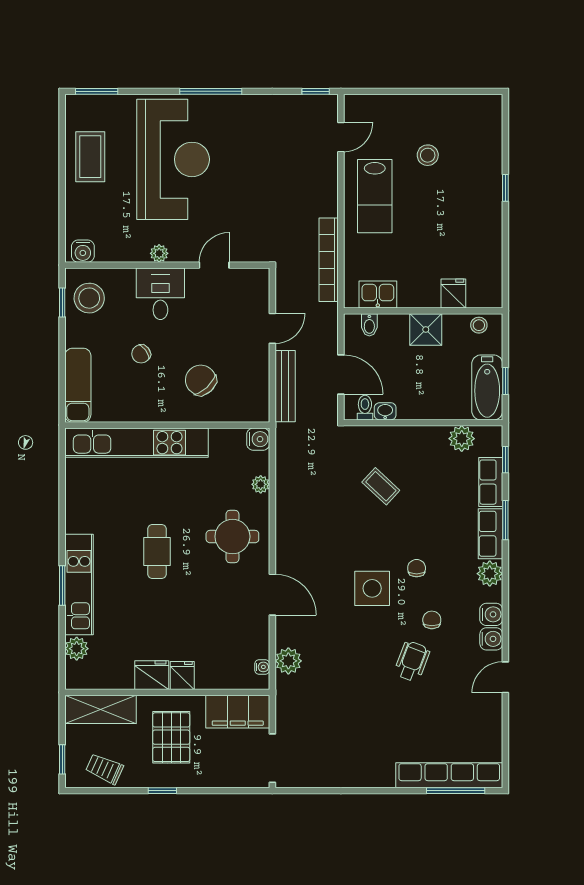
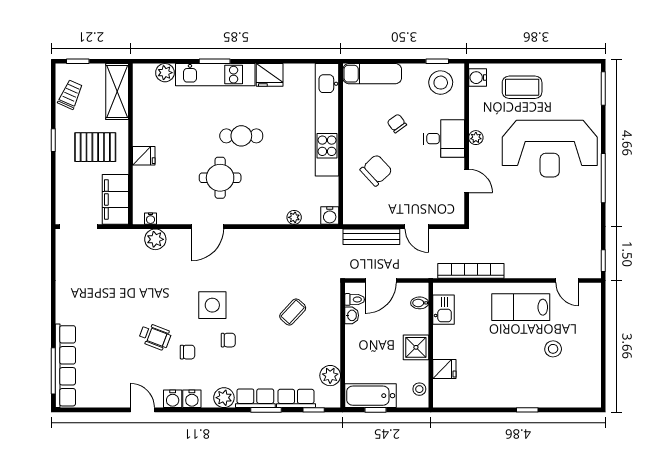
coffee table: (90, 157) -> (522, 87), moved
round table: (232, 537) -> (220, 178), moved
fridge: (152, 675) -> (270, 75), moved, turned 90

